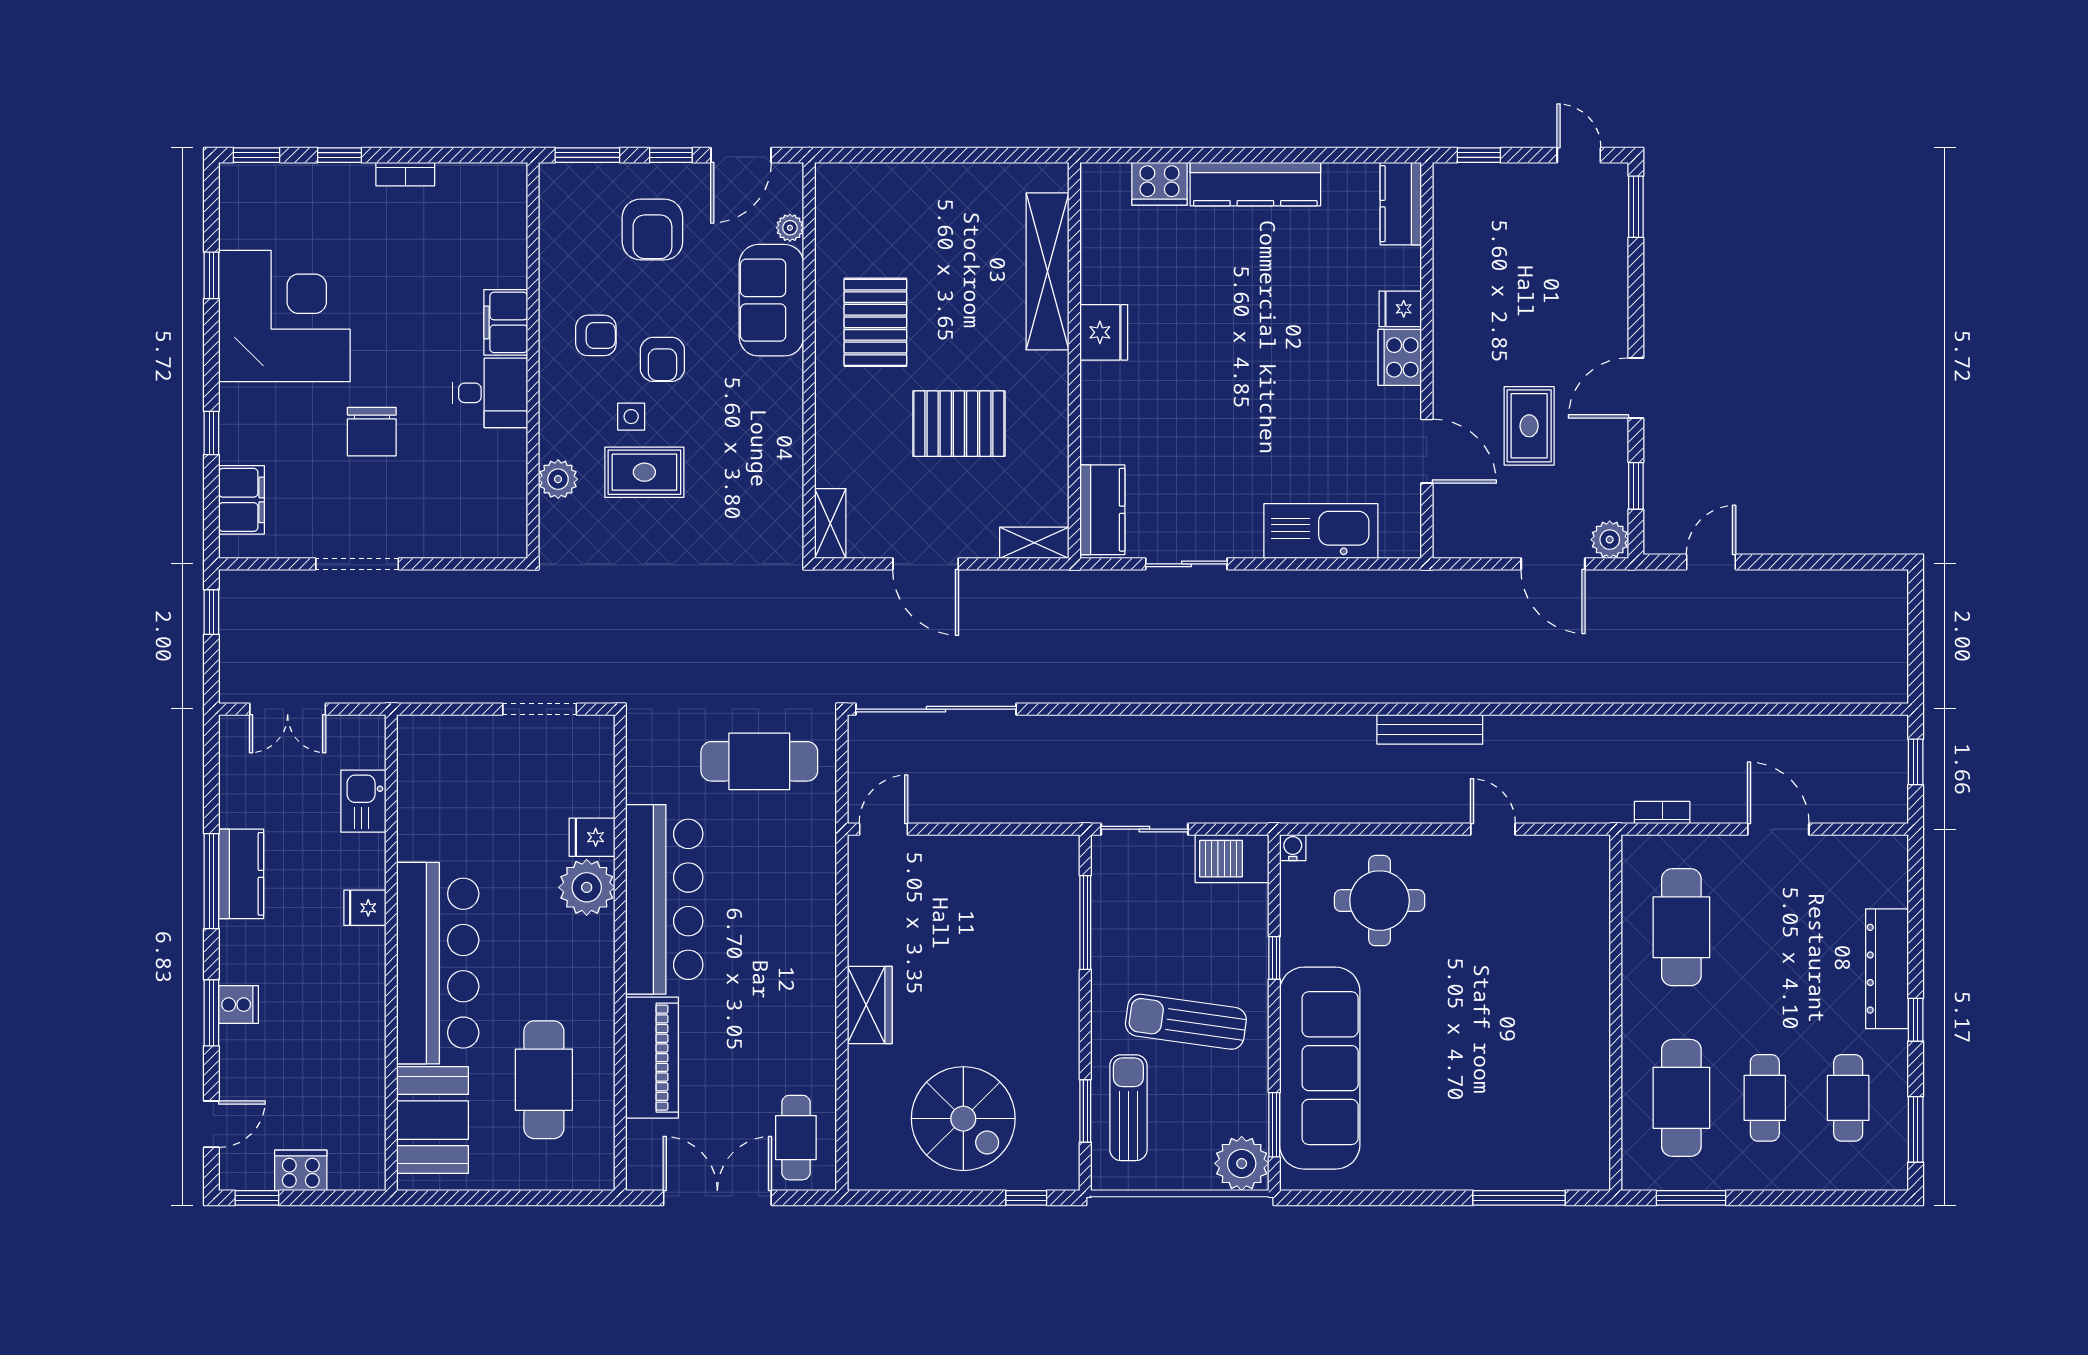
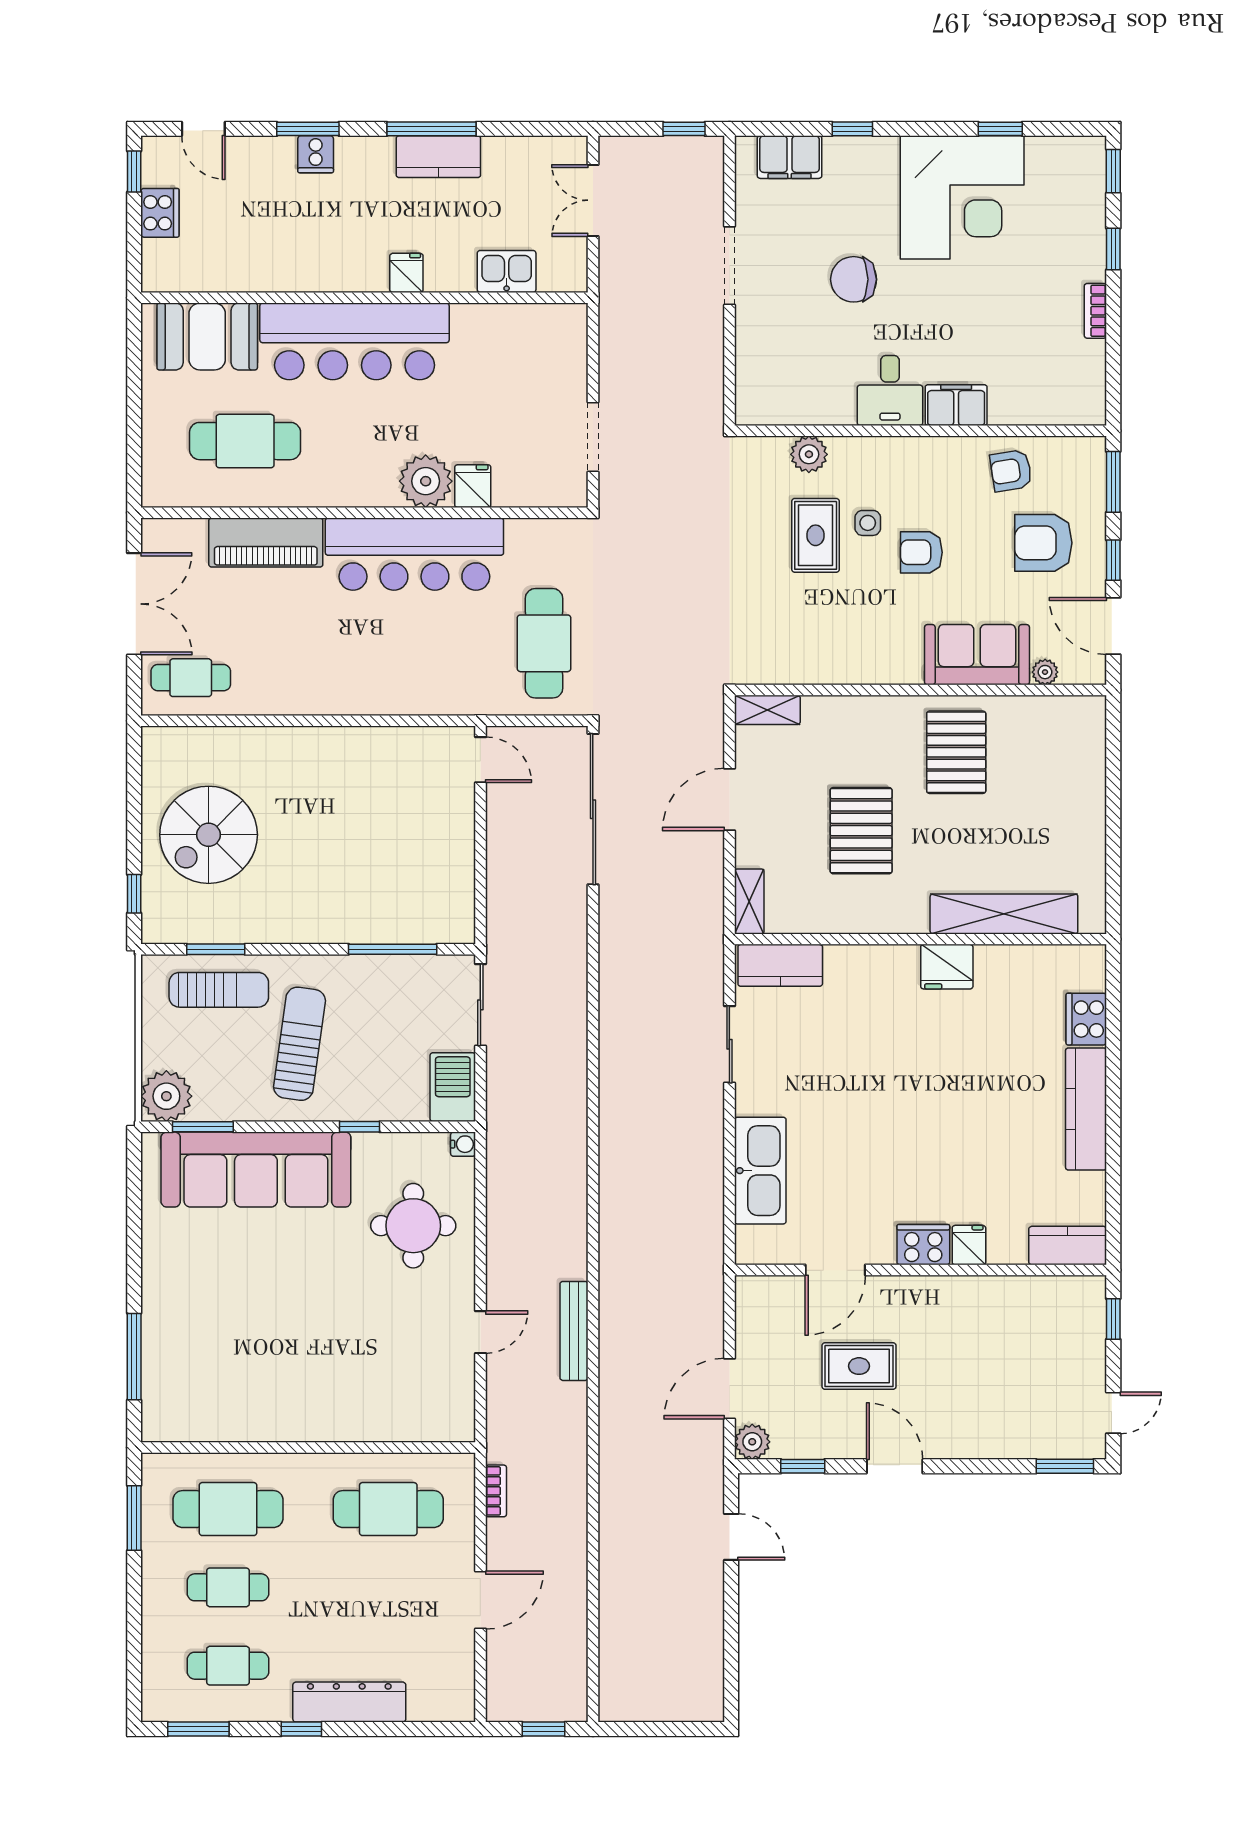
pallet: (875, 322) -> (956, 752), turned 90
armchair: (596, 335) -> (1011, 471), moved, turned 81
bench: (1430, 729) -> (574, 1331), moved
wardrobe: (870, 1005) -> (315, 747), removed

